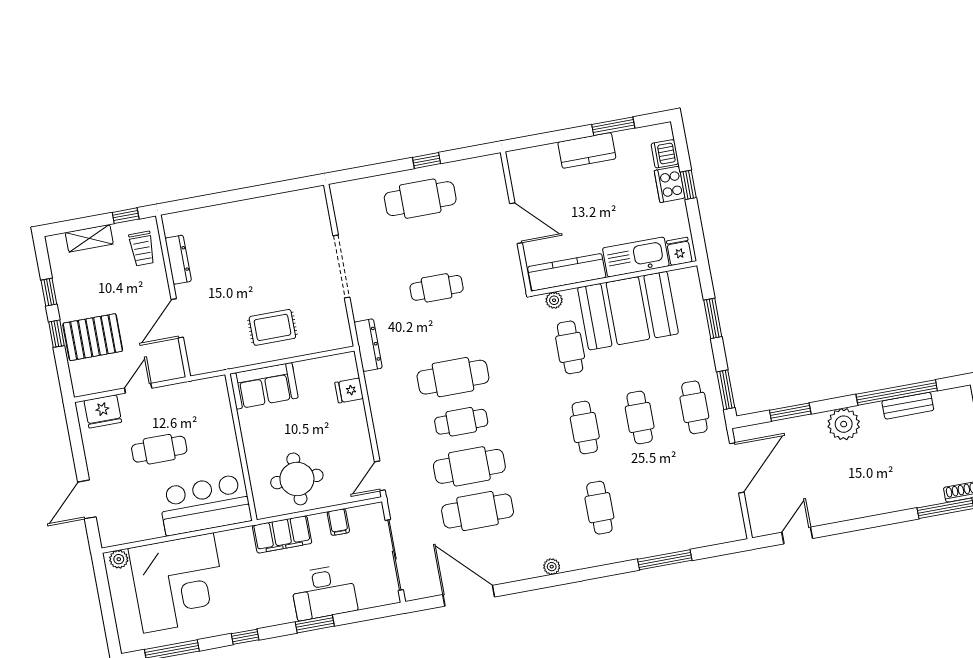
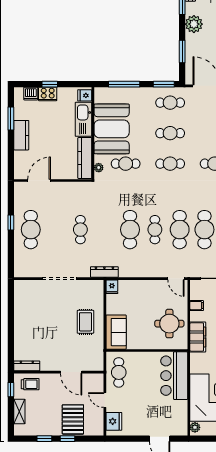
door: (516, 223) -> (39, 180), moved
dresser: (178, 260) -> (27, 366), moved
window: (713, 318) -> (124, 84), width x1.44
fridge: (349, 390) -> (112, 287), moved
cafe table: (159, 449) -> (119, 372), moved

